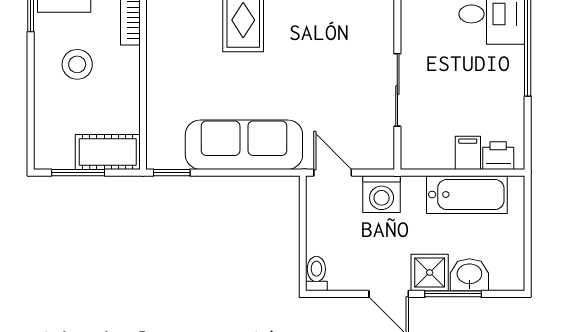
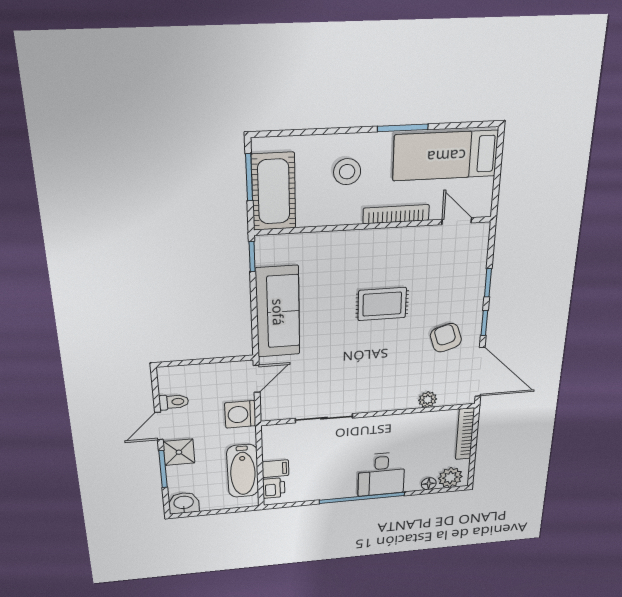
cot: (108, 152) -> (274, 192), width x1.37, depth x1.34
toilet: (316, 274) -> (174, 402), moved
washbasin: (469, 275) -> (184, 503), moved, turned -90

